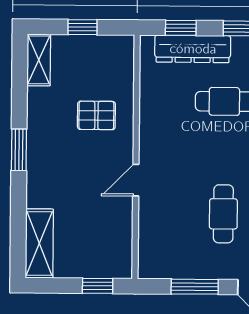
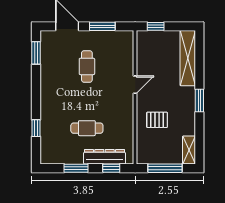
window: (83, 27) -> (165, 168), width x2.17
shelving: (39, 243) -> (188, 58), width x1.47

